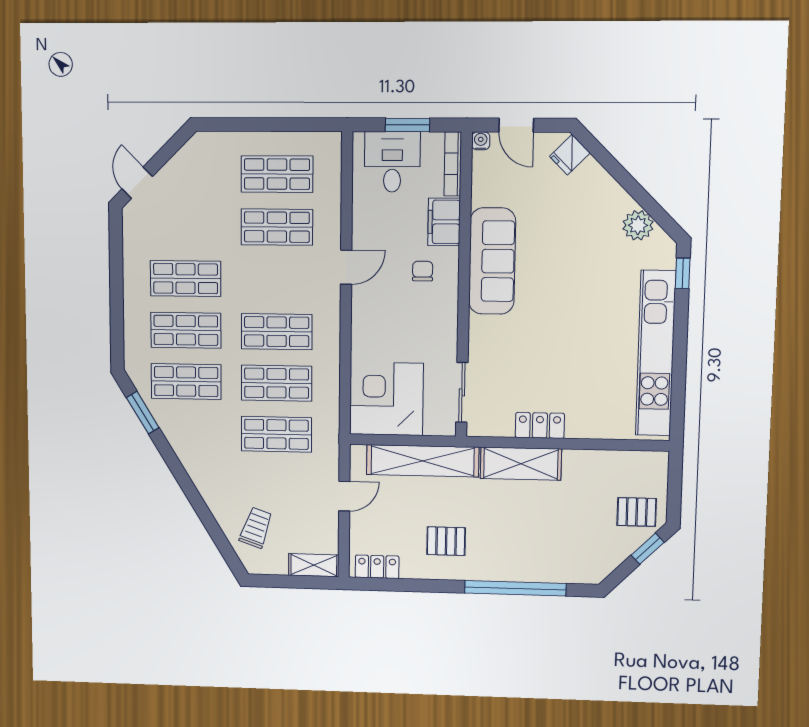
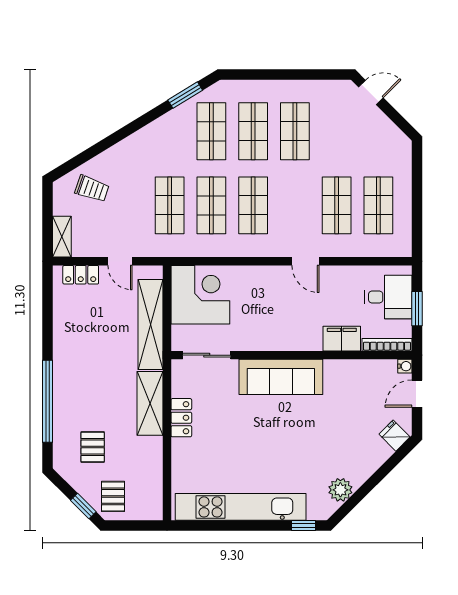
sofa: (492, 261) -> (281, 377), moved
chair: (423, 271) -> (303, 322), removed
pallet: (446, 541) -> (93, 447), moved
locker: (377, 567) -> (81, 275), moved, turned 90

